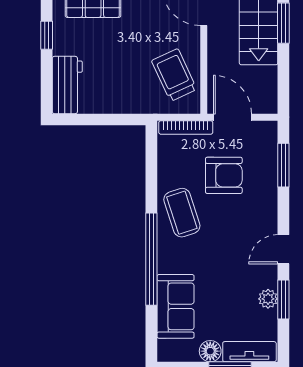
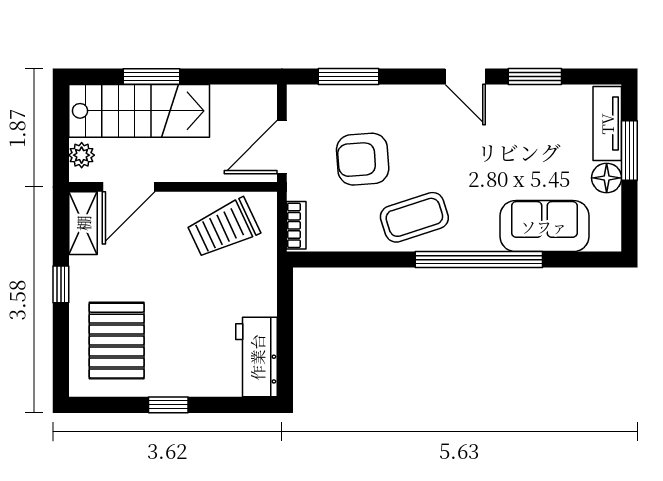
workbench: (67, 85) -> (257, 357), moved, turned -90
bookcase: (186, 127) -> (296, 225), width x0.64
armchair: (224, 175) -> (363, 159), turned -94
plant: (268, 299) -> (534, 98), removed

